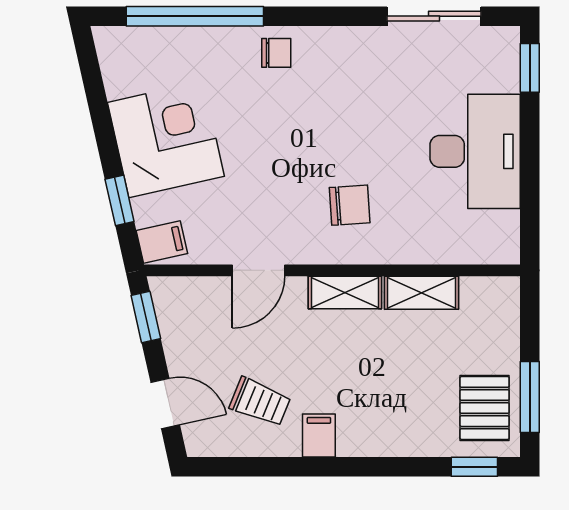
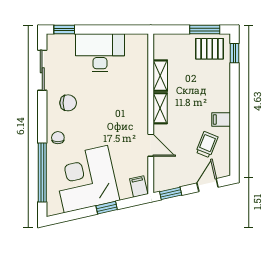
corner desk: (166, 139) -> (86, 179), width x1.36, depth x1.36
window: (120, 200) -> (107, 208), moved
chair: (350, 205) -> (68, 103), moved, turned 94

